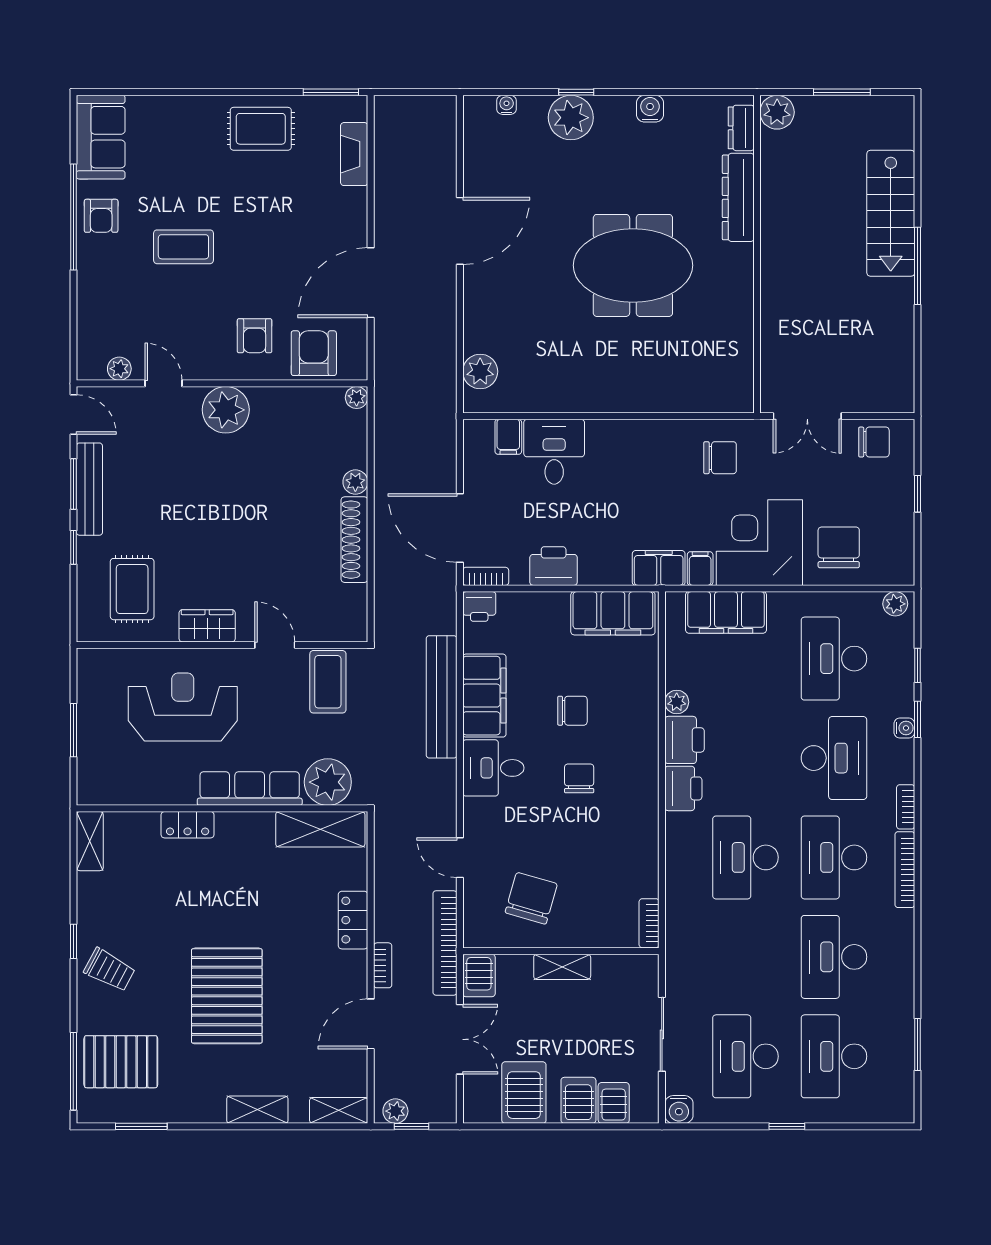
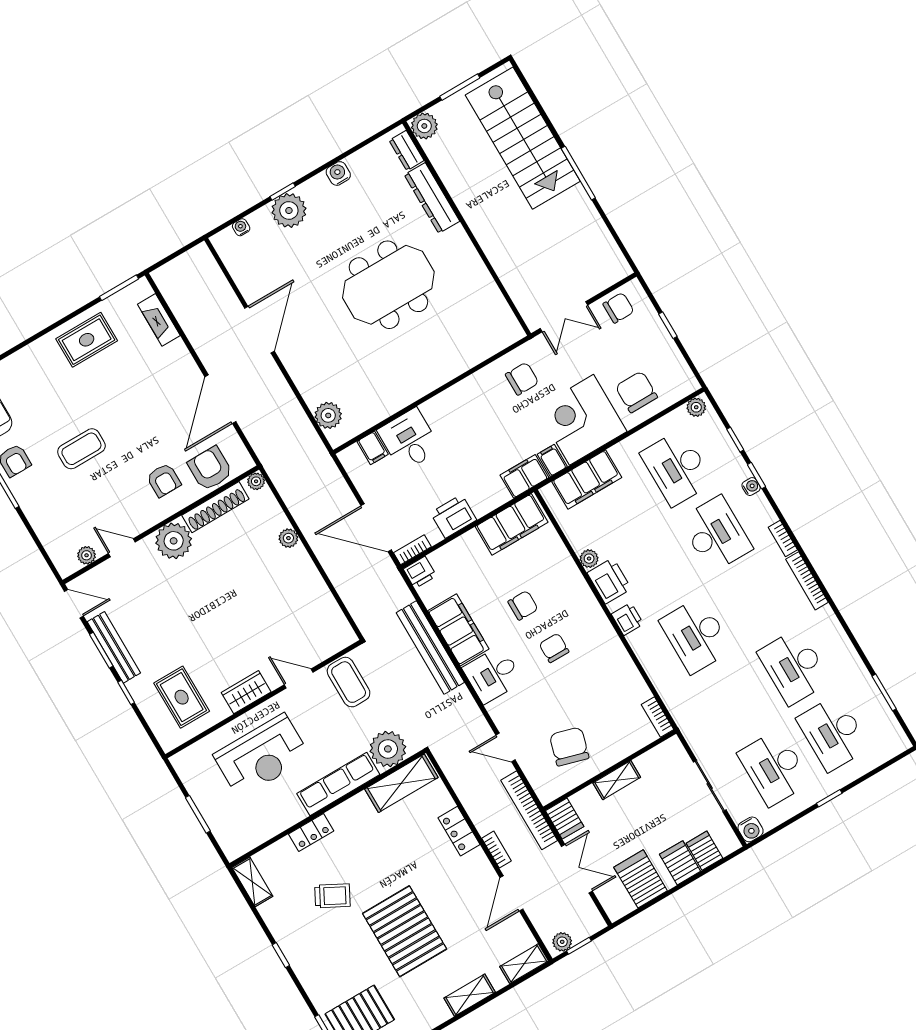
stairs: (891, 213) -> (523, 138), width x1.36, depth x1.51
shoe rack: (354, 540) -> (215, 507), moved, turned -90
reception desk: (183, 707) -> (262, 756), turned 180
printer: (683, 788) -> (627, 619), width x0.73, depth x0.81
desk: (834, 857) -> (755, 600), removed
trolley: (110, 970) -> (332, 896), moved

